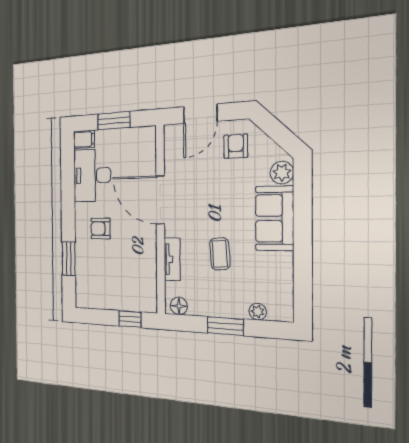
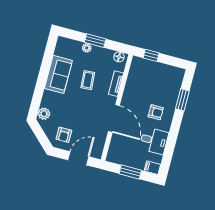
desk: (92, 175) -> (154, 141), width x0.73
sofa: (274, 218) -> (58, 74), moved
plant: (258, 312) -> (87, 48), moved

